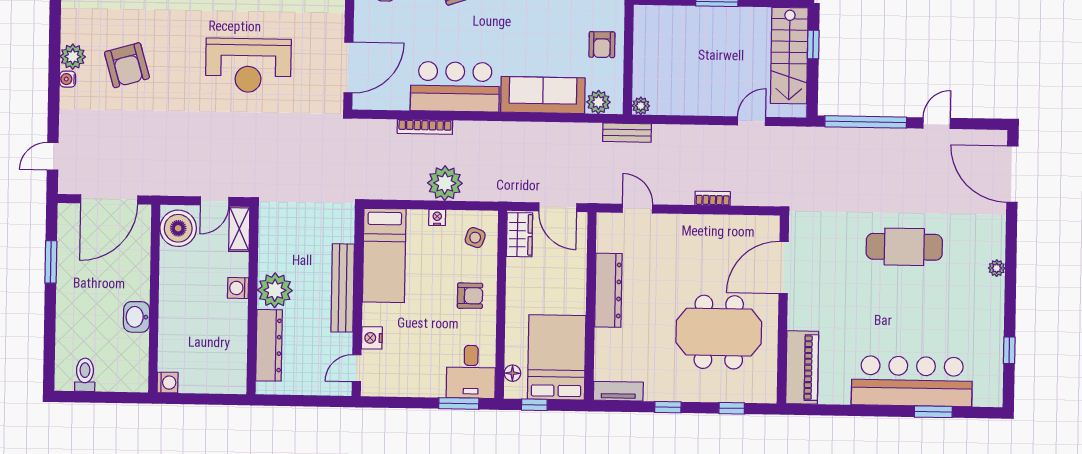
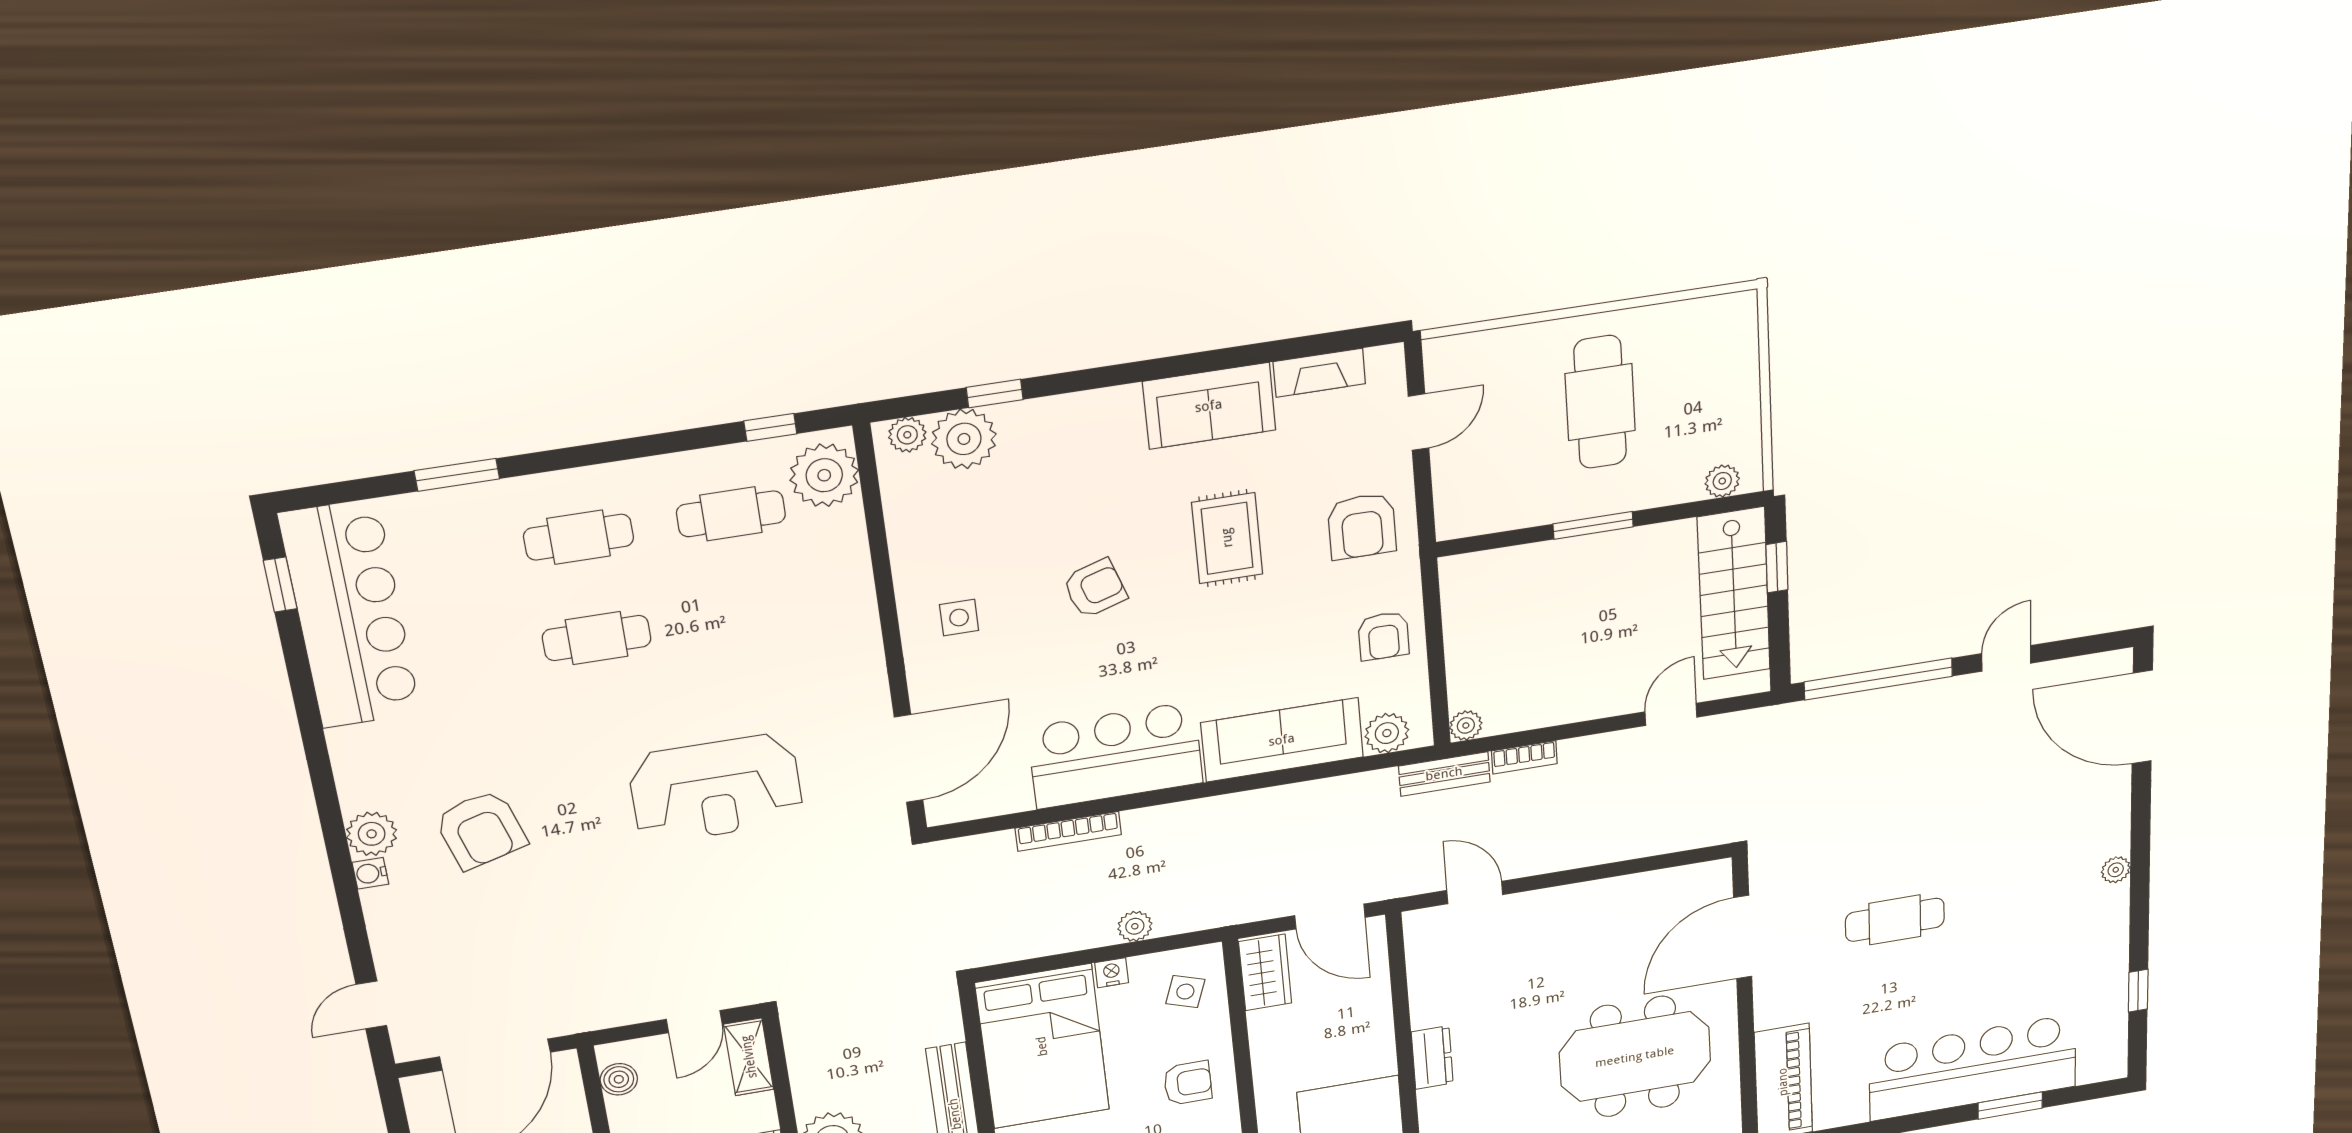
plant: (445, 183) -> (1135, 926), width x0.53, depth x0.53
bookcase: (713, 198) -> (1524, 757), moved, turned 180
boiler: (178, 228) -> (619, 1079), width x0.54, depth x0.54
cafe table: (904, 247) -> (1895, 920), moved, width x0.73, depth x0.74
bed: (384, 255) -> (1042, 1046), width x1.50
dresser: (608, 290) -> (1432, 1058), width x0.51, depth x0.80

